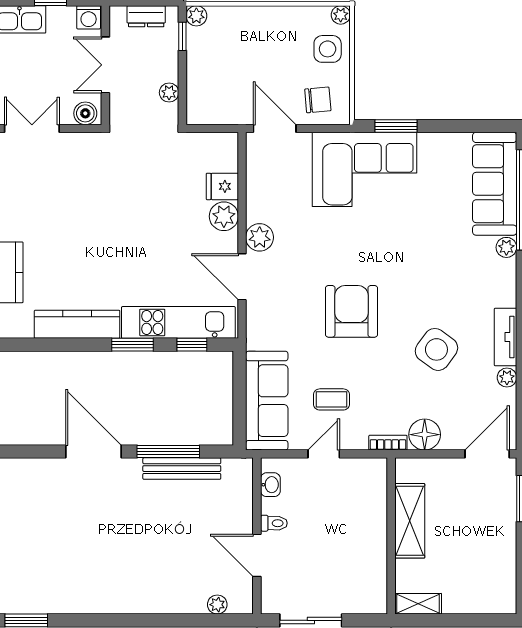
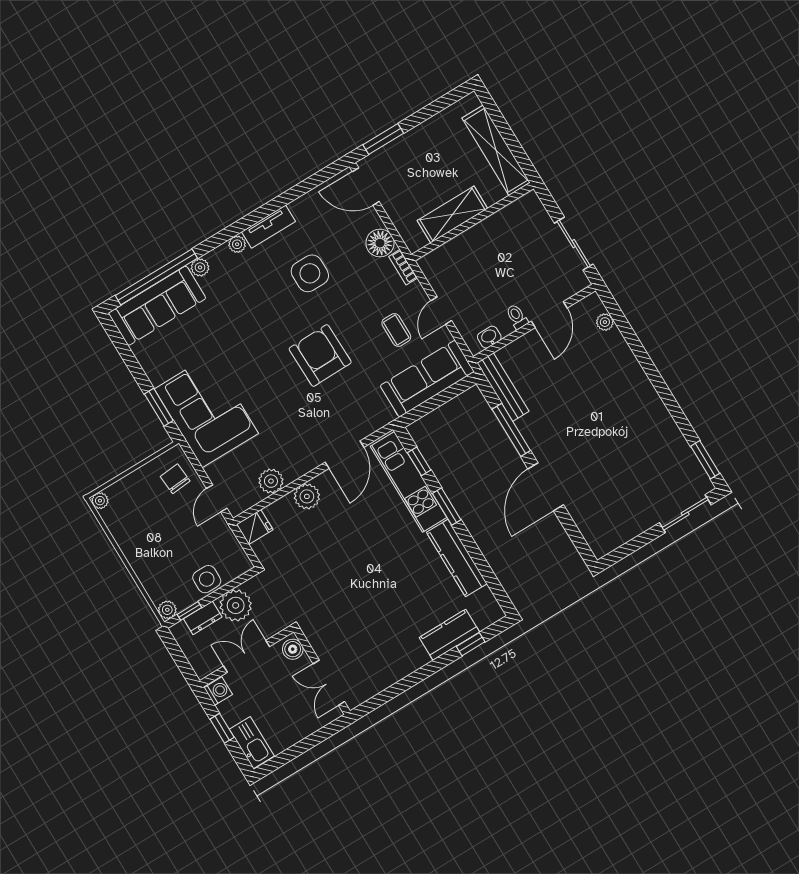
dresser: (146, 16) -> (203, 618), moved, turned 90
side table: (328, 49) -> (207, 579), moved
double door: (105, 65) -> (247, 656), swing flipped
plant: (169, 93) -> (236, 605), width x1.87, depth x1.87
door: (275, 129) -> (217, 498), width x0.73
fridge: (222, 186) -> (255, 527), moved, turned -90
plant: (260, 237) -> (271, 481), moved
armchair: (352, 311) -> (320, 355), turned 89
side table: (436, 349) -> (310, 273), turned -36
plant: (507, 378) -> (237, 244), moved
door: (324, 454) -> (441, 311), hinge flipped
bench: (182, 469) -> (503, 387), moved
shelving: (418, 604) -> (496, 150), width x2.20, depth x1.33

